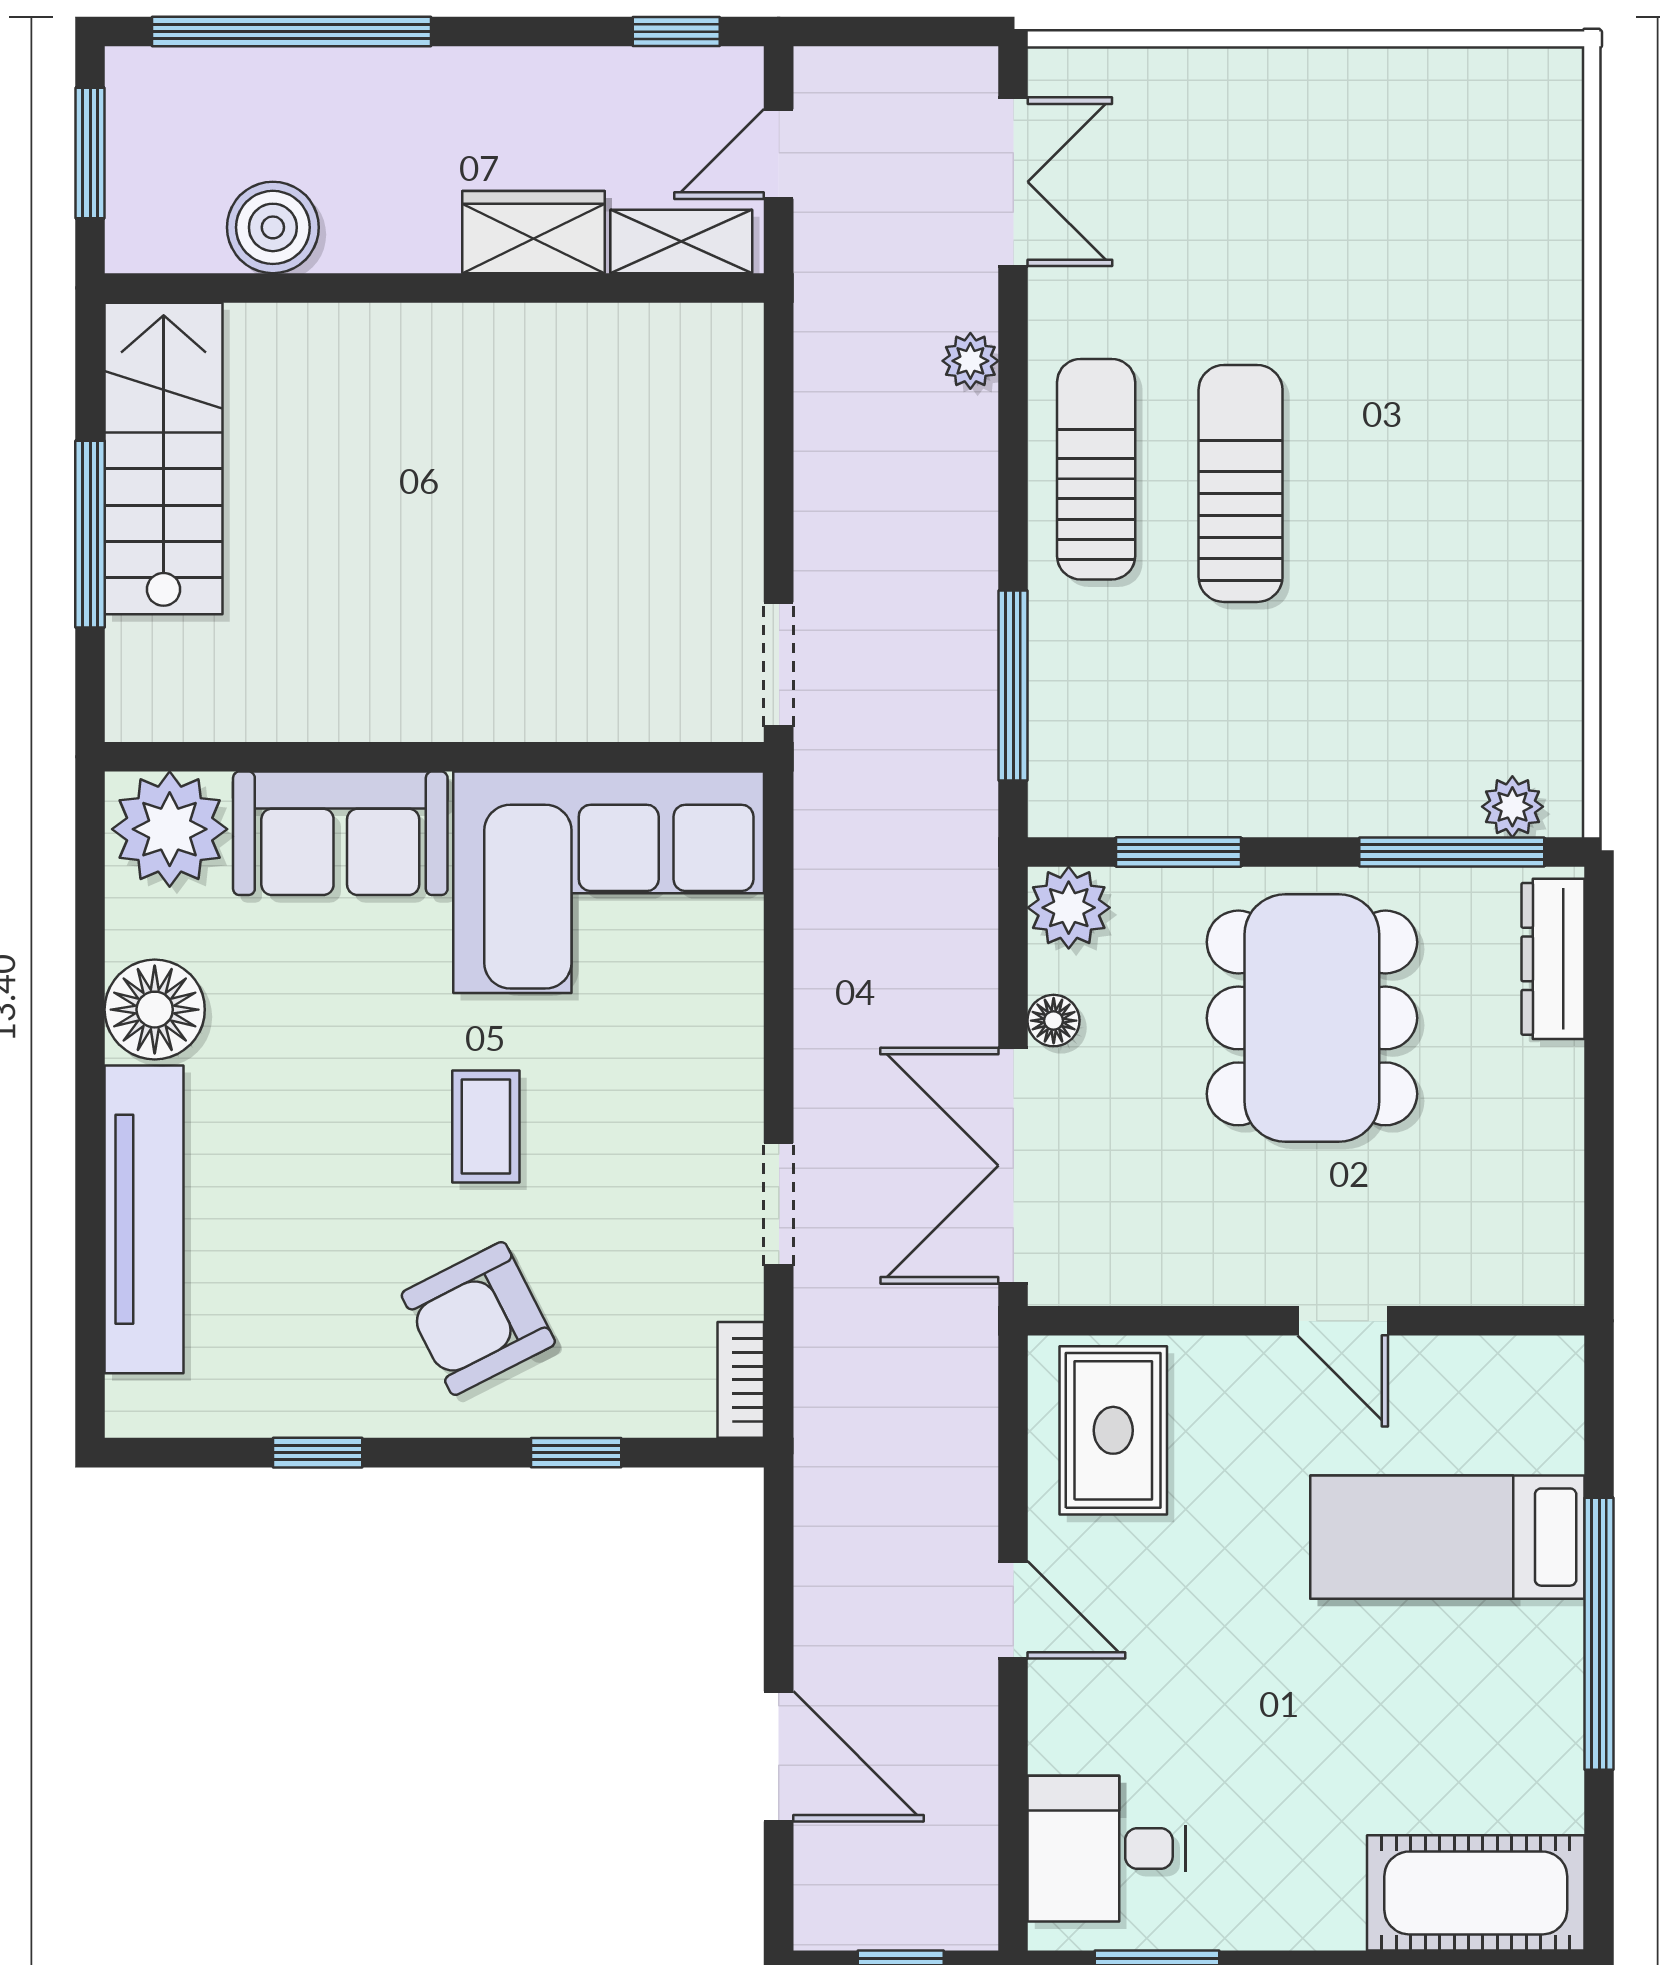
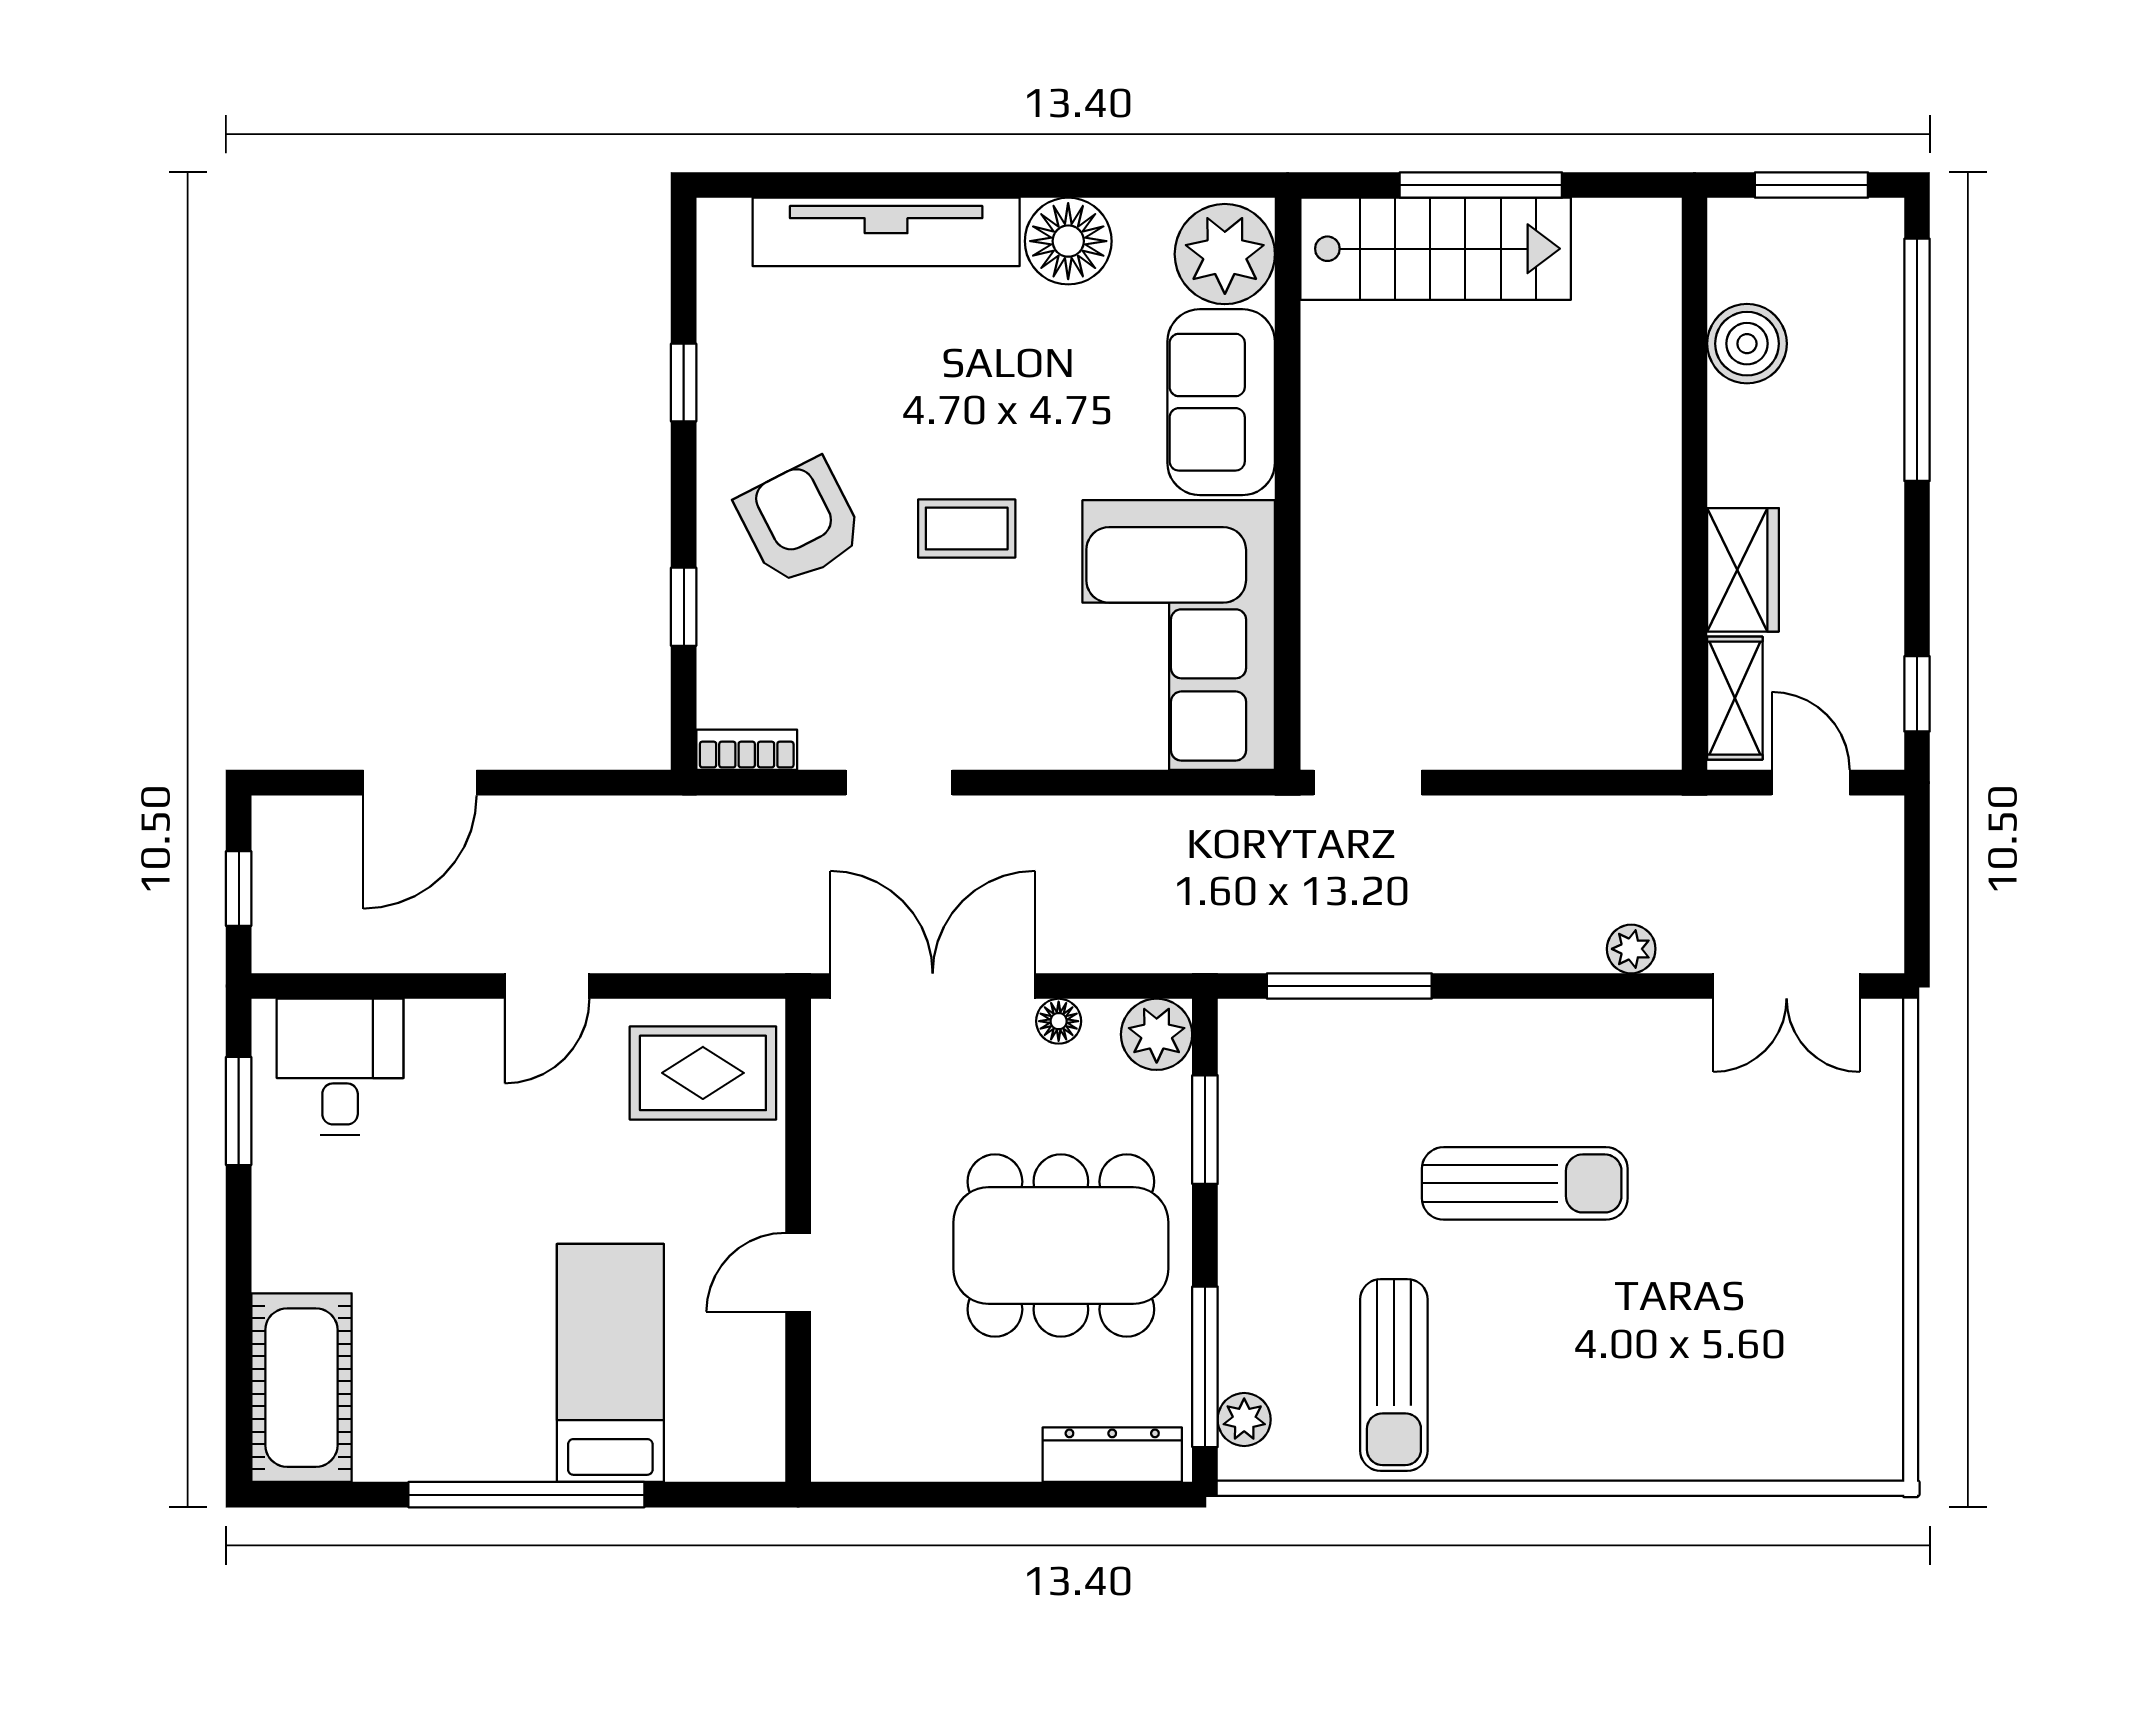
stairs: (164, 458) -> (1436, 249), moved
sun lounger: (1096, 469) -> (1394, 1375), moved, turned 90

